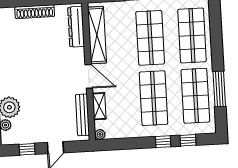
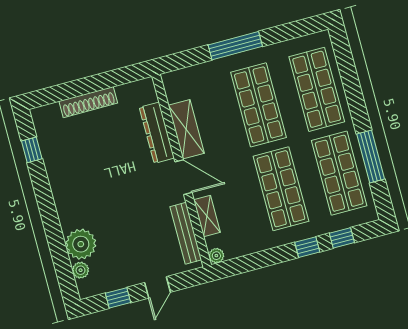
dresser: (76, 27) -> (157, 133), moved
shelving: (97, 35) -> (186, 129), width x0.68

